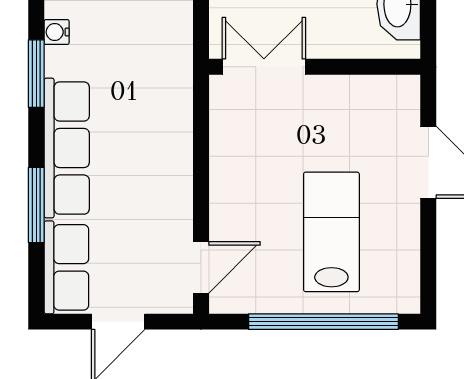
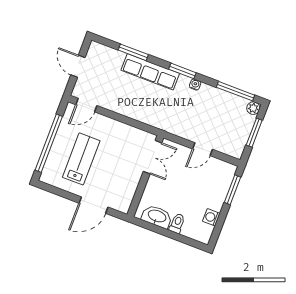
lab bench: (331, 232) -> (81, 159), turned -90
row of seats: (66, 267) -> (106, 55), removed
door: (201, 267) -> (86, 105), hinge flipped

